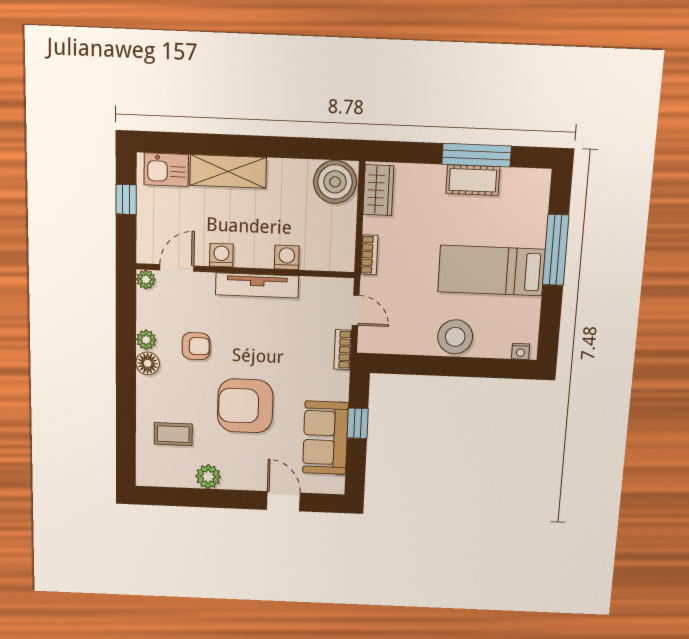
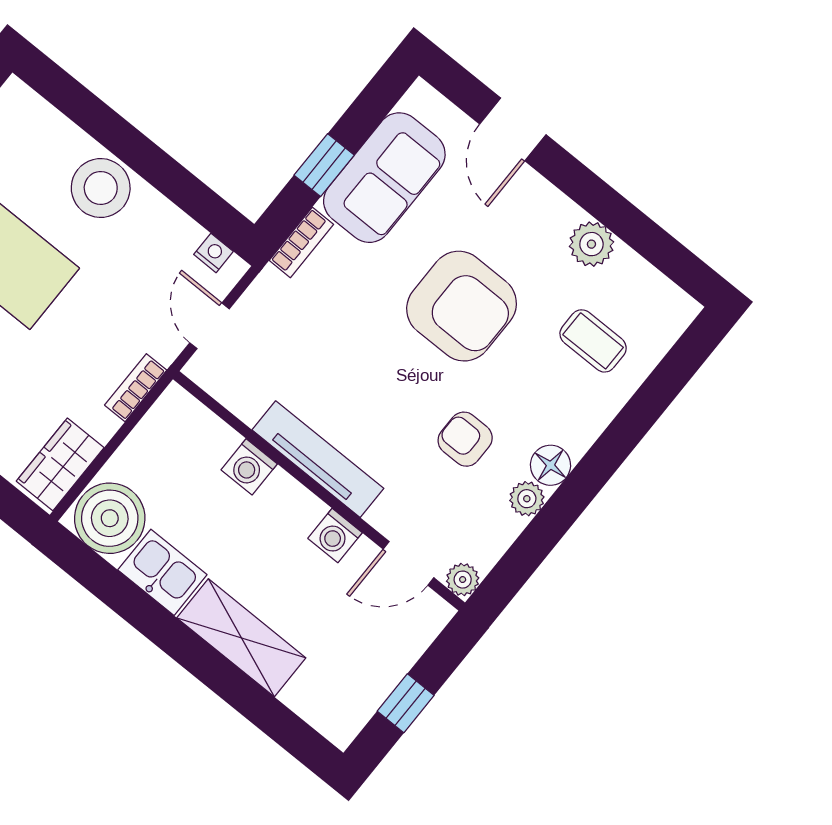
kitchen sink: (166, 170) -> (162, 572), moved
bookcase: (343, 350) -> (301, 242), moved
nightstand: (521, 351) -> (213, 253), moved

